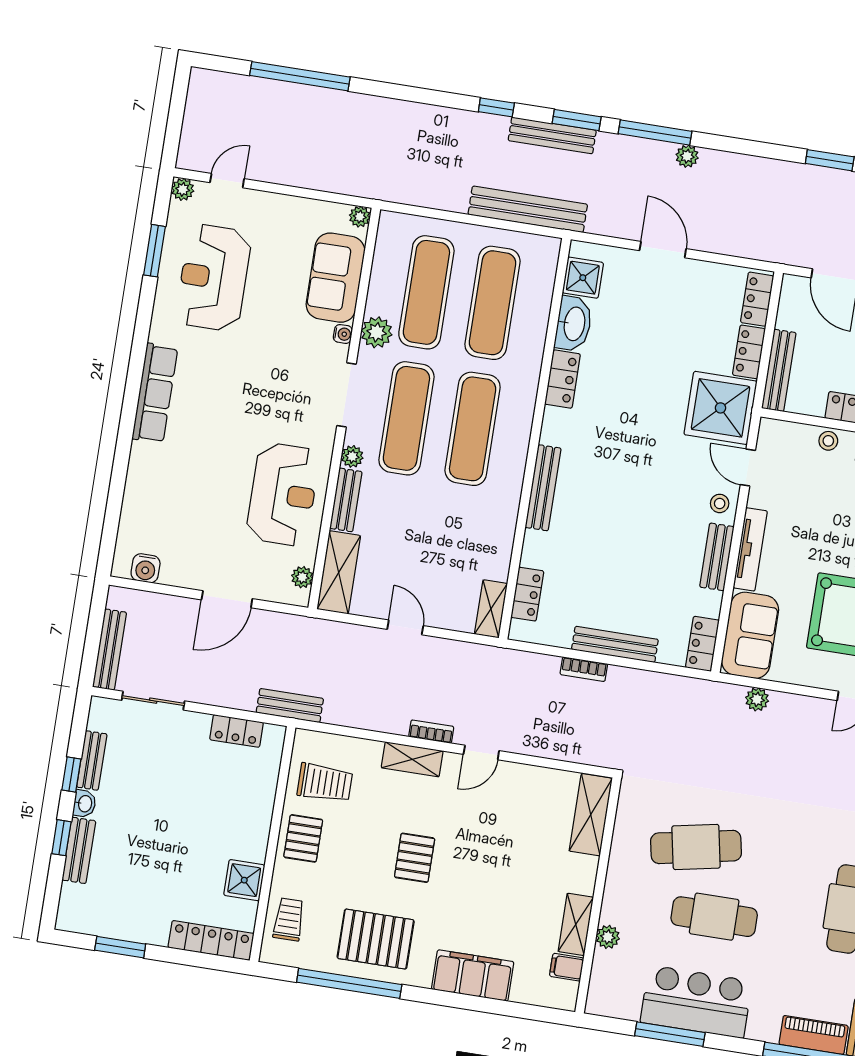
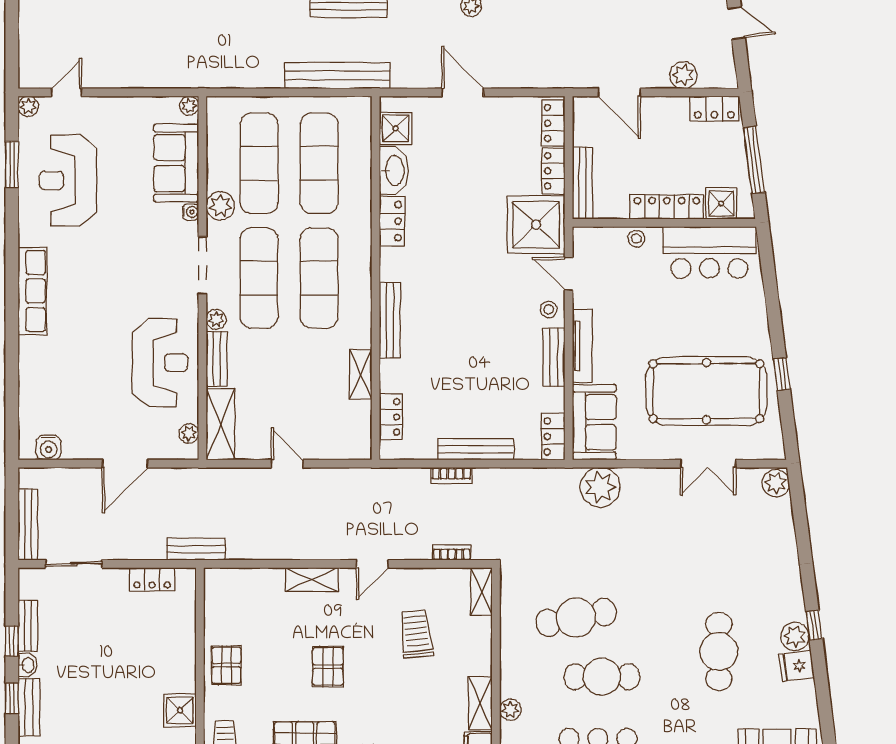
shelving: (491, 609) -> (361, 375), moved
plant: (757, 699) -> (600, 487), width x1.87, depth x1.87
bookcase: (431, 732) -> (452, 552), moved
trolley: (325, 783) -> (416, 634), moved, turned -96
shelving: (591, 815) -> (482, 592), width x0.67, depth x0.75

